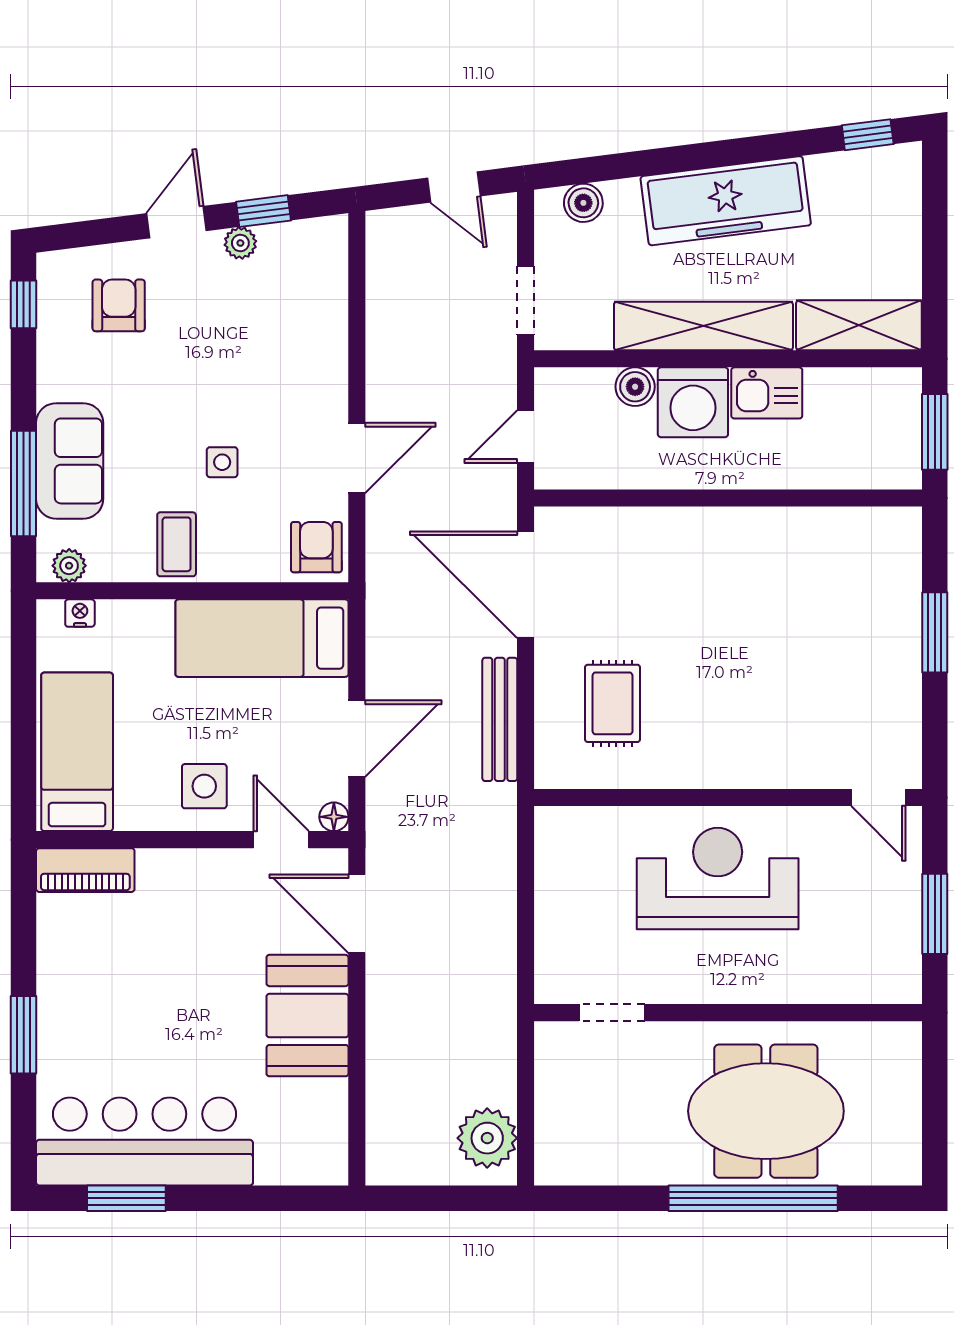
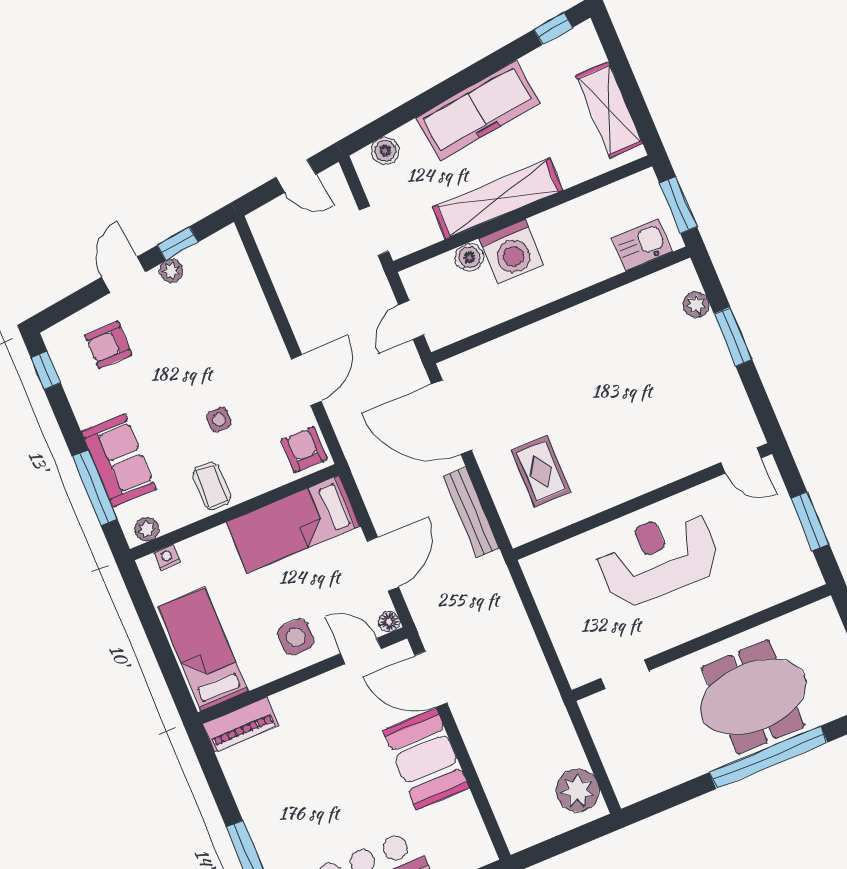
armchair: (119, 305) -> (108, 345), turned -90
shelving: (859, 325) -> (609, 110), moved, turned 90
kitchen sink: (767, 393) -> (642, 245), moved, turned 180
plant: (904, 571) -> (696, 305), added

